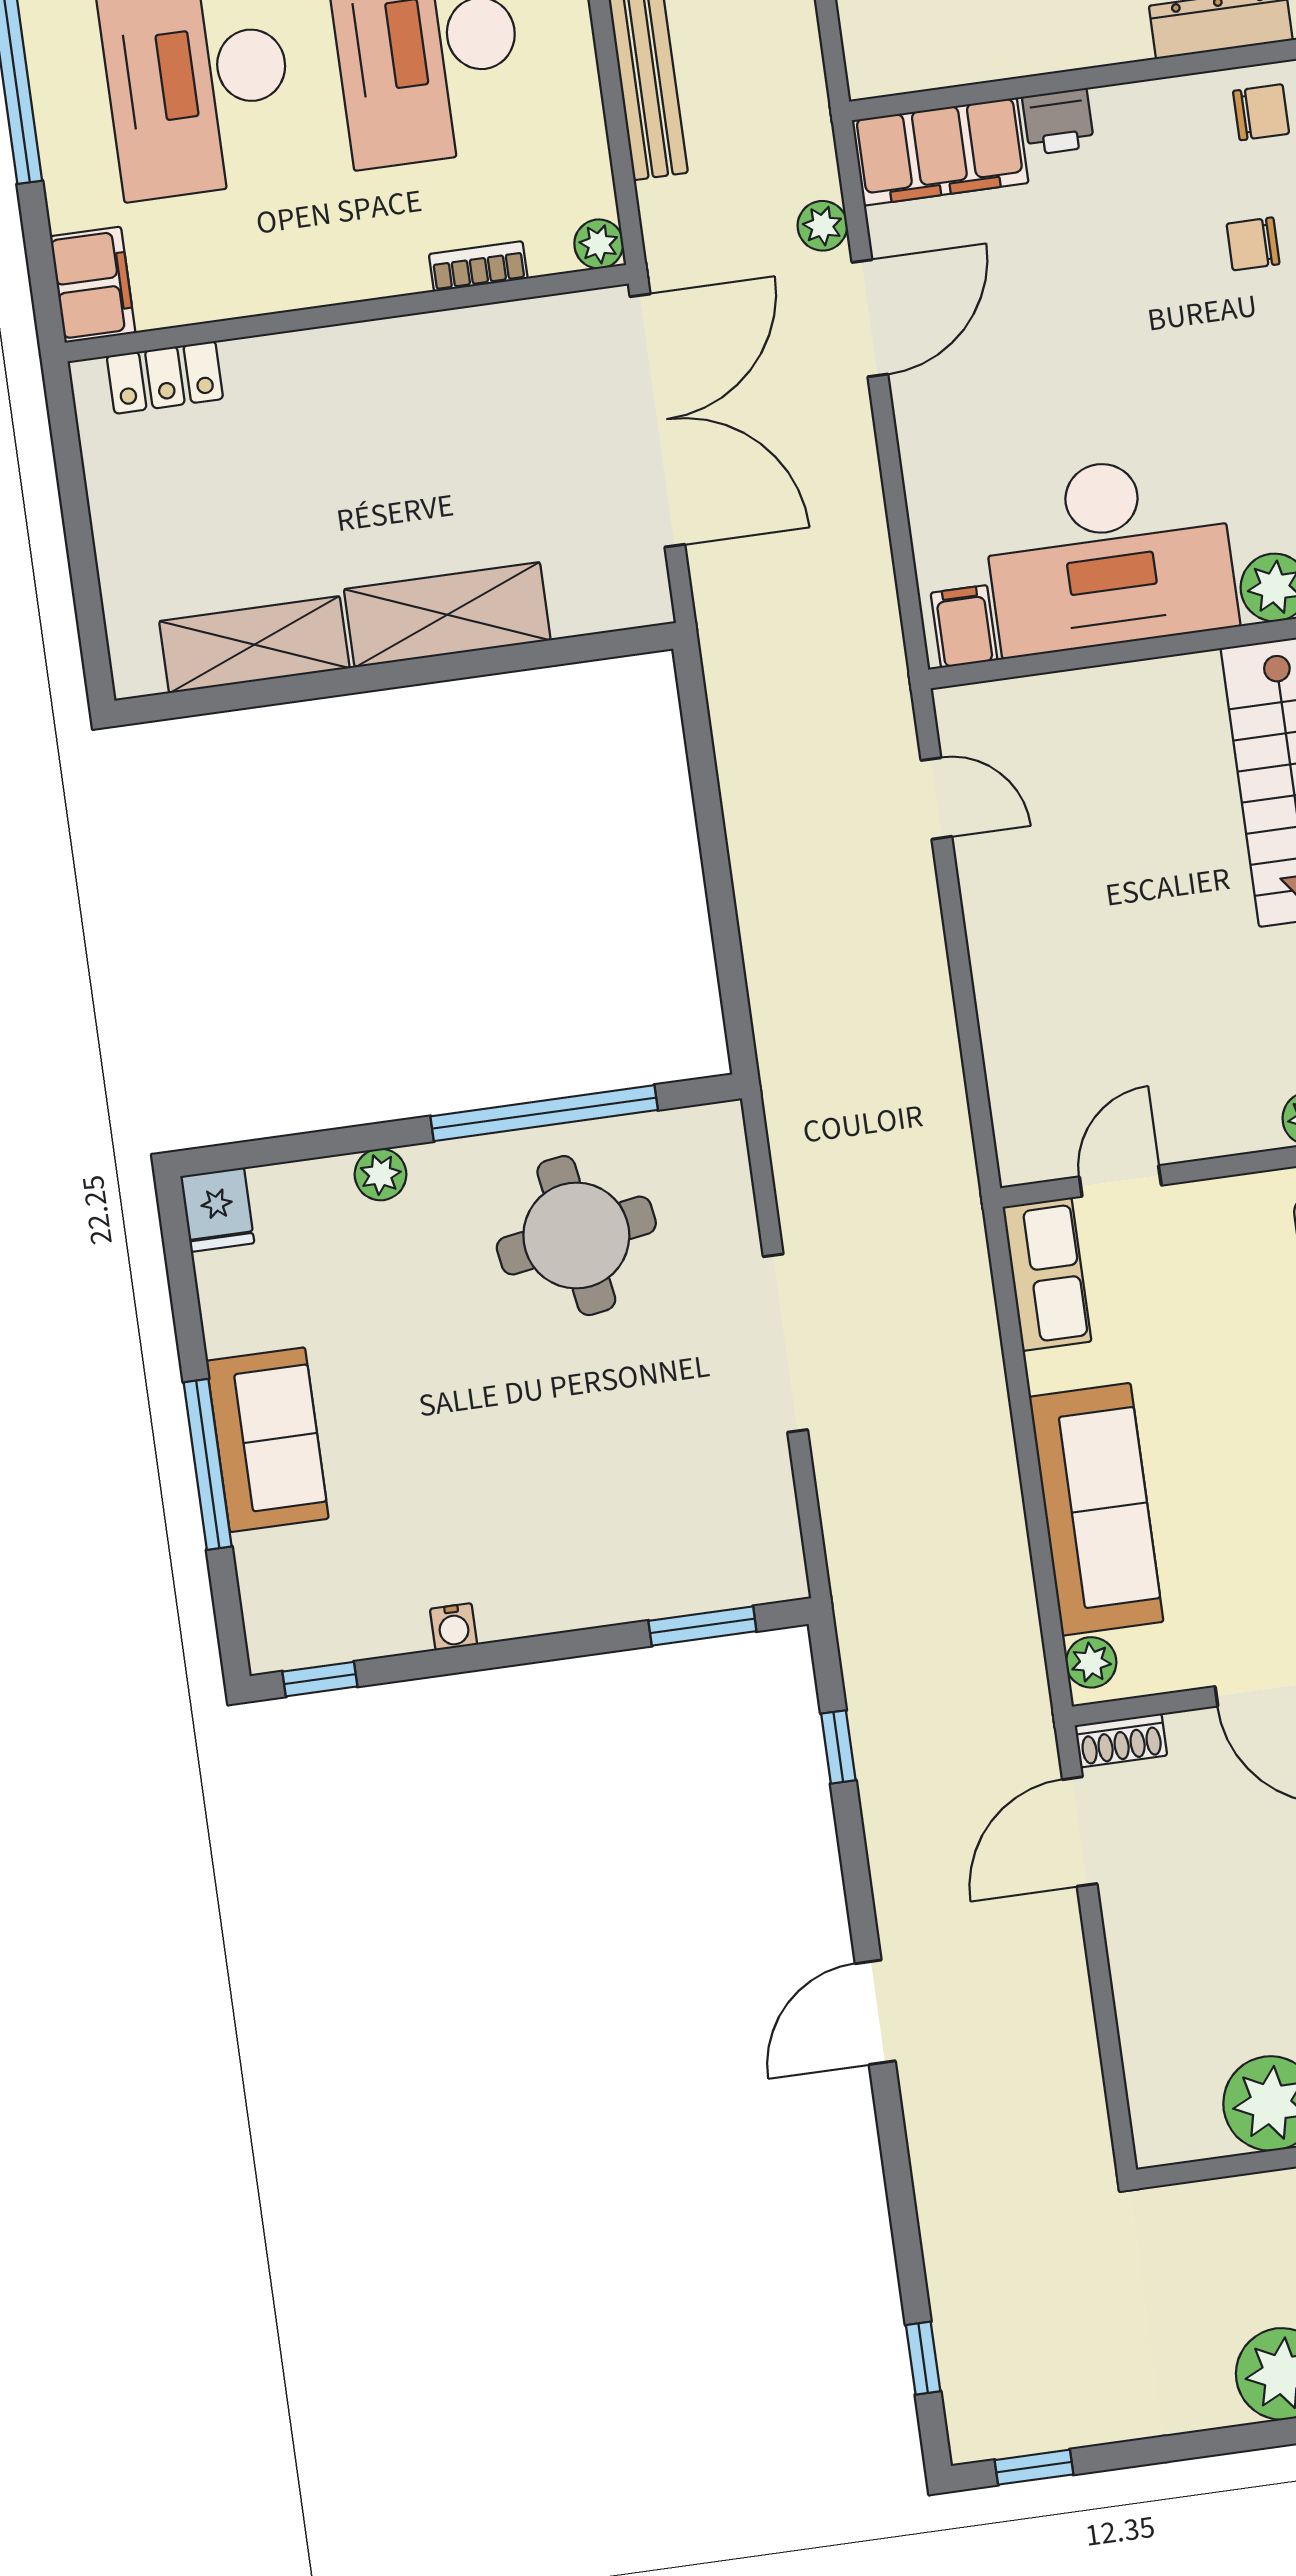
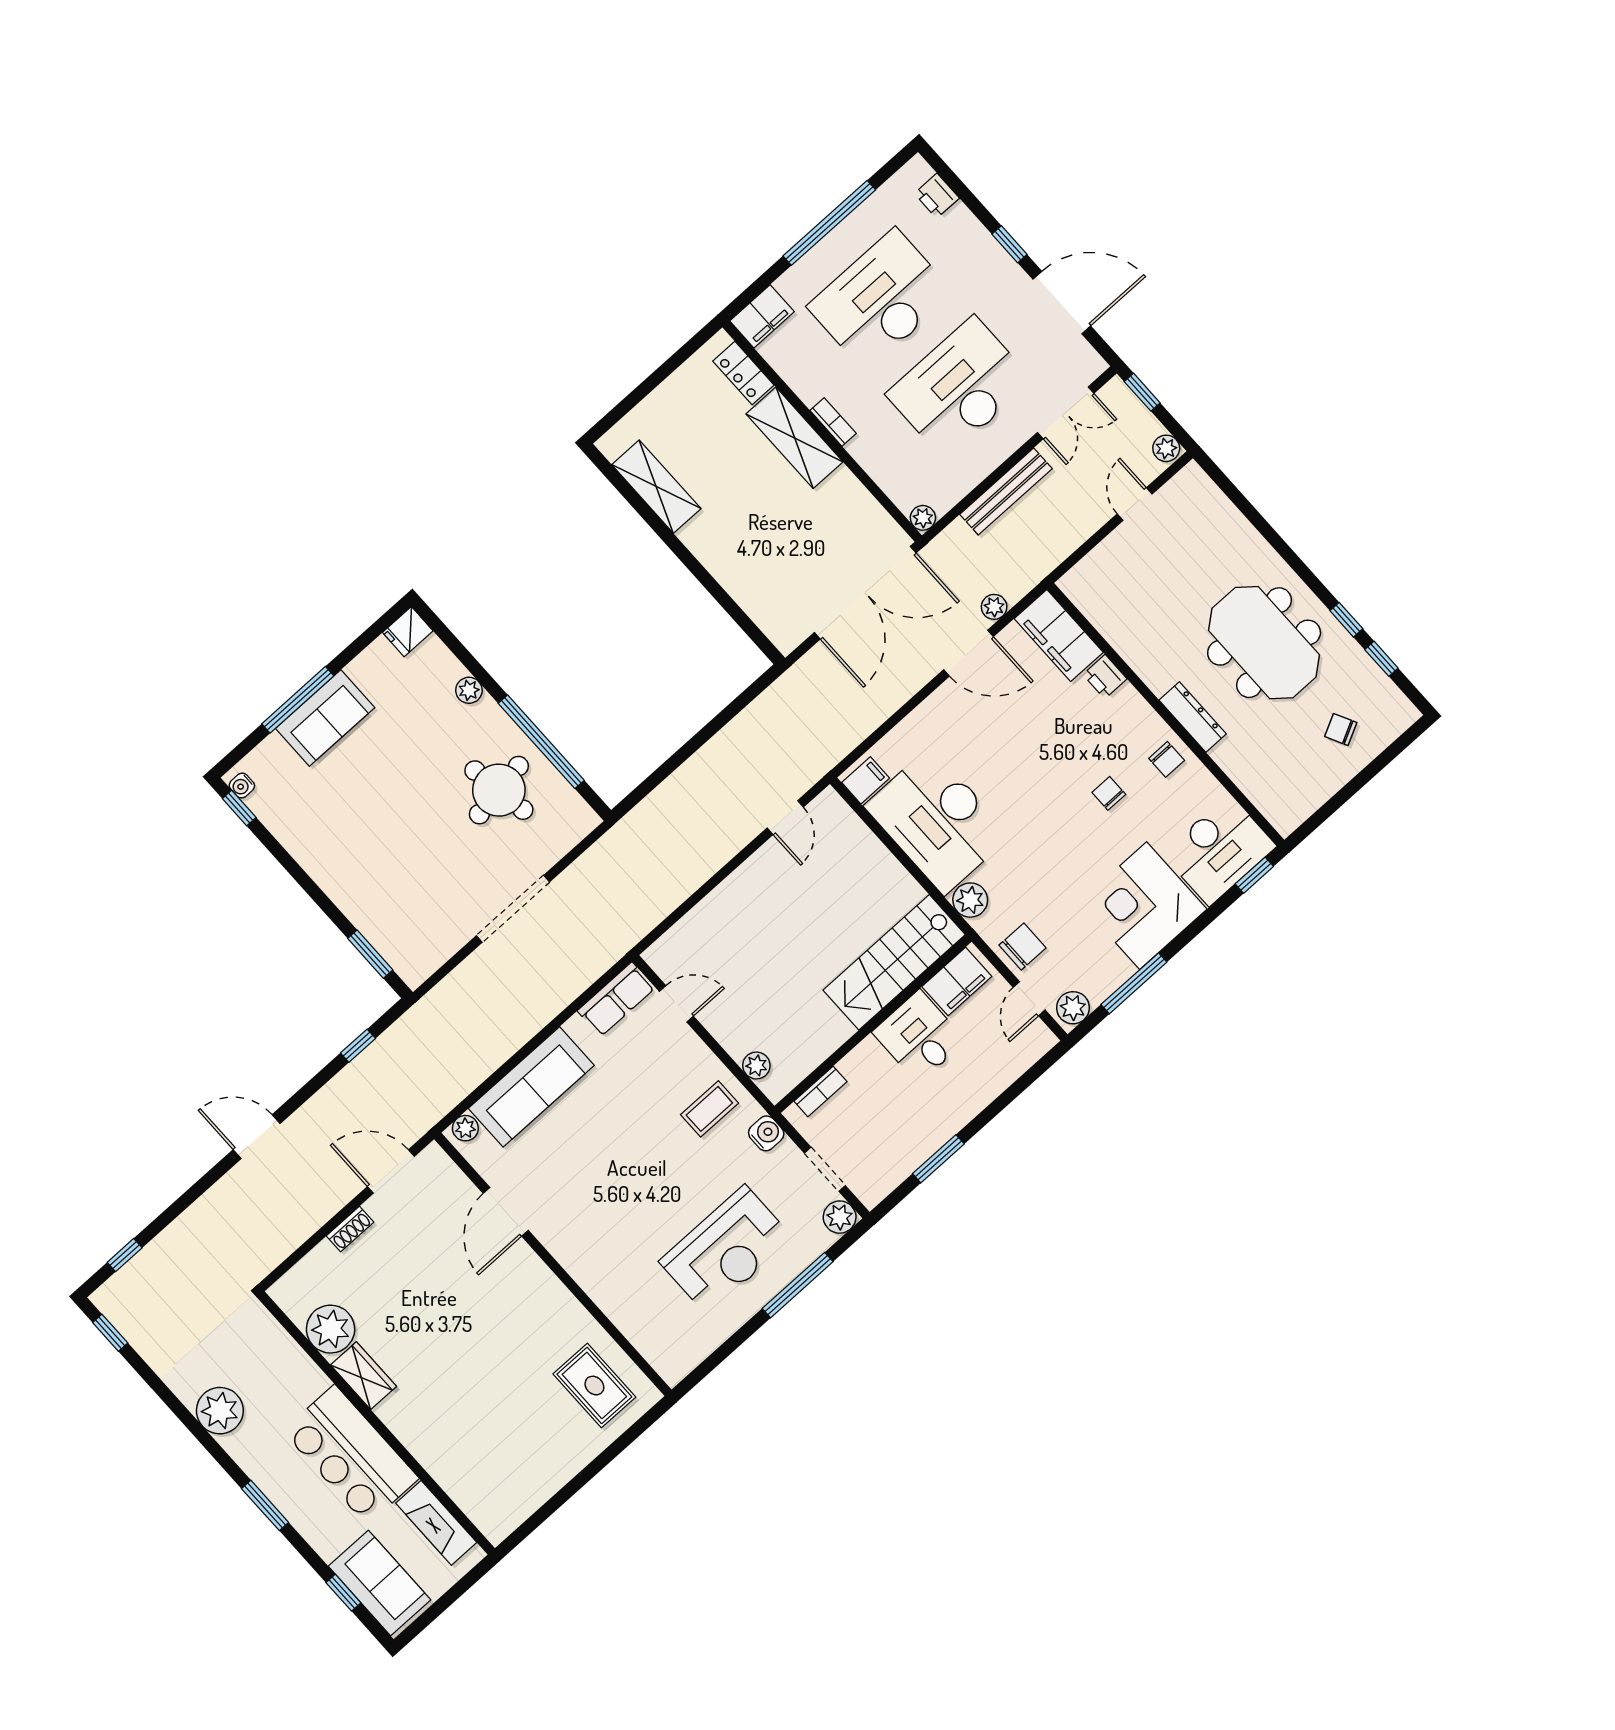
bookcase: (478, 266) -> (833, 422), moved
shelving: (447, 615) -> (795, 438), moved
water cooler: (454, 1627) -> (242, 786), moved
shoe rack: (1121, 1740) -> (350, 1229), moved, turned -90

